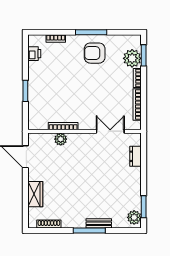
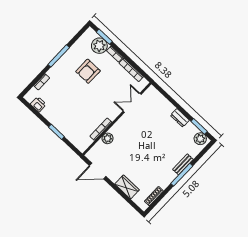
armchair: (95, 53) -> (88, 71), moved
dresser: (136, 156) -> (180, 118), moved

